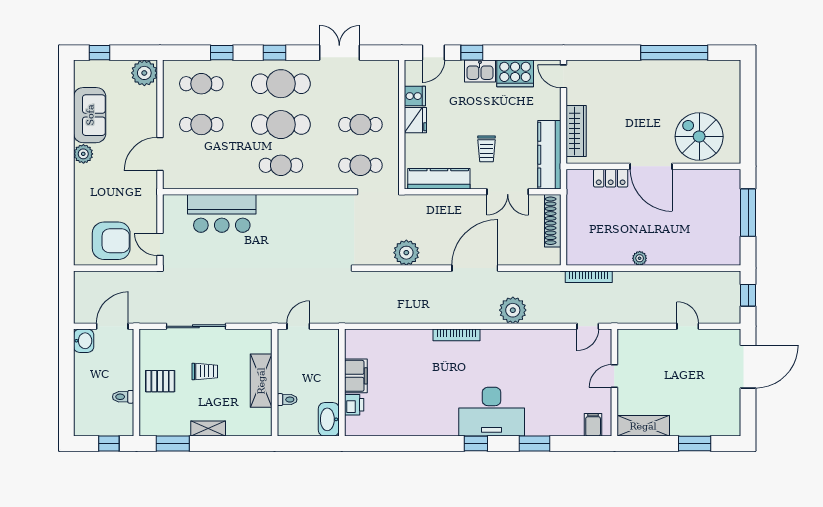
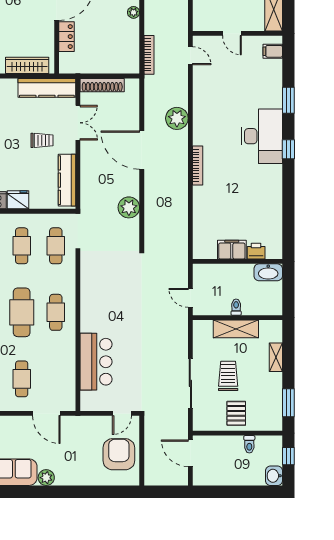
washbasin: (84, 341) -> (274, 476), moved, turned -90
trolley: (205, 371) -> (228, 376), width x1.36, depth x1.39
toilet: (287, 400) -> (236, 307), moved
shelving: (208, 428) -> (276, 357), moved

